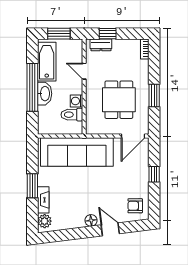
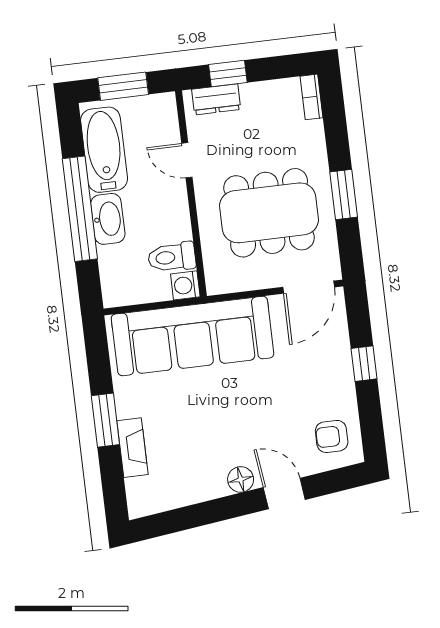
dining table: (119, 100) -> (269, 213), width x1.38
washing machine: (76, 101) -> (185, 285), moved
plant: (45, 221) -> (141, 493), removed

